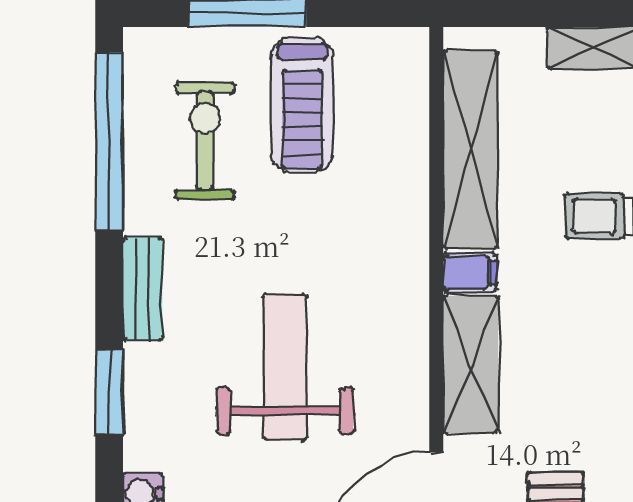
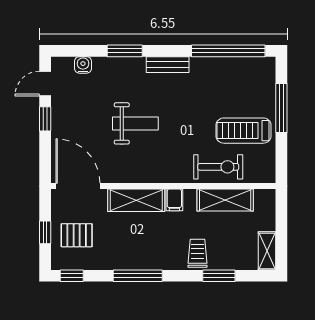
exercise bike: (205, 141) -> (218, 167), moved
shelving: (470, 149) -> (225, 200), width x0.68
weight bench: (285, 367) -> (135, 123), width x0.73, depth x0.75

